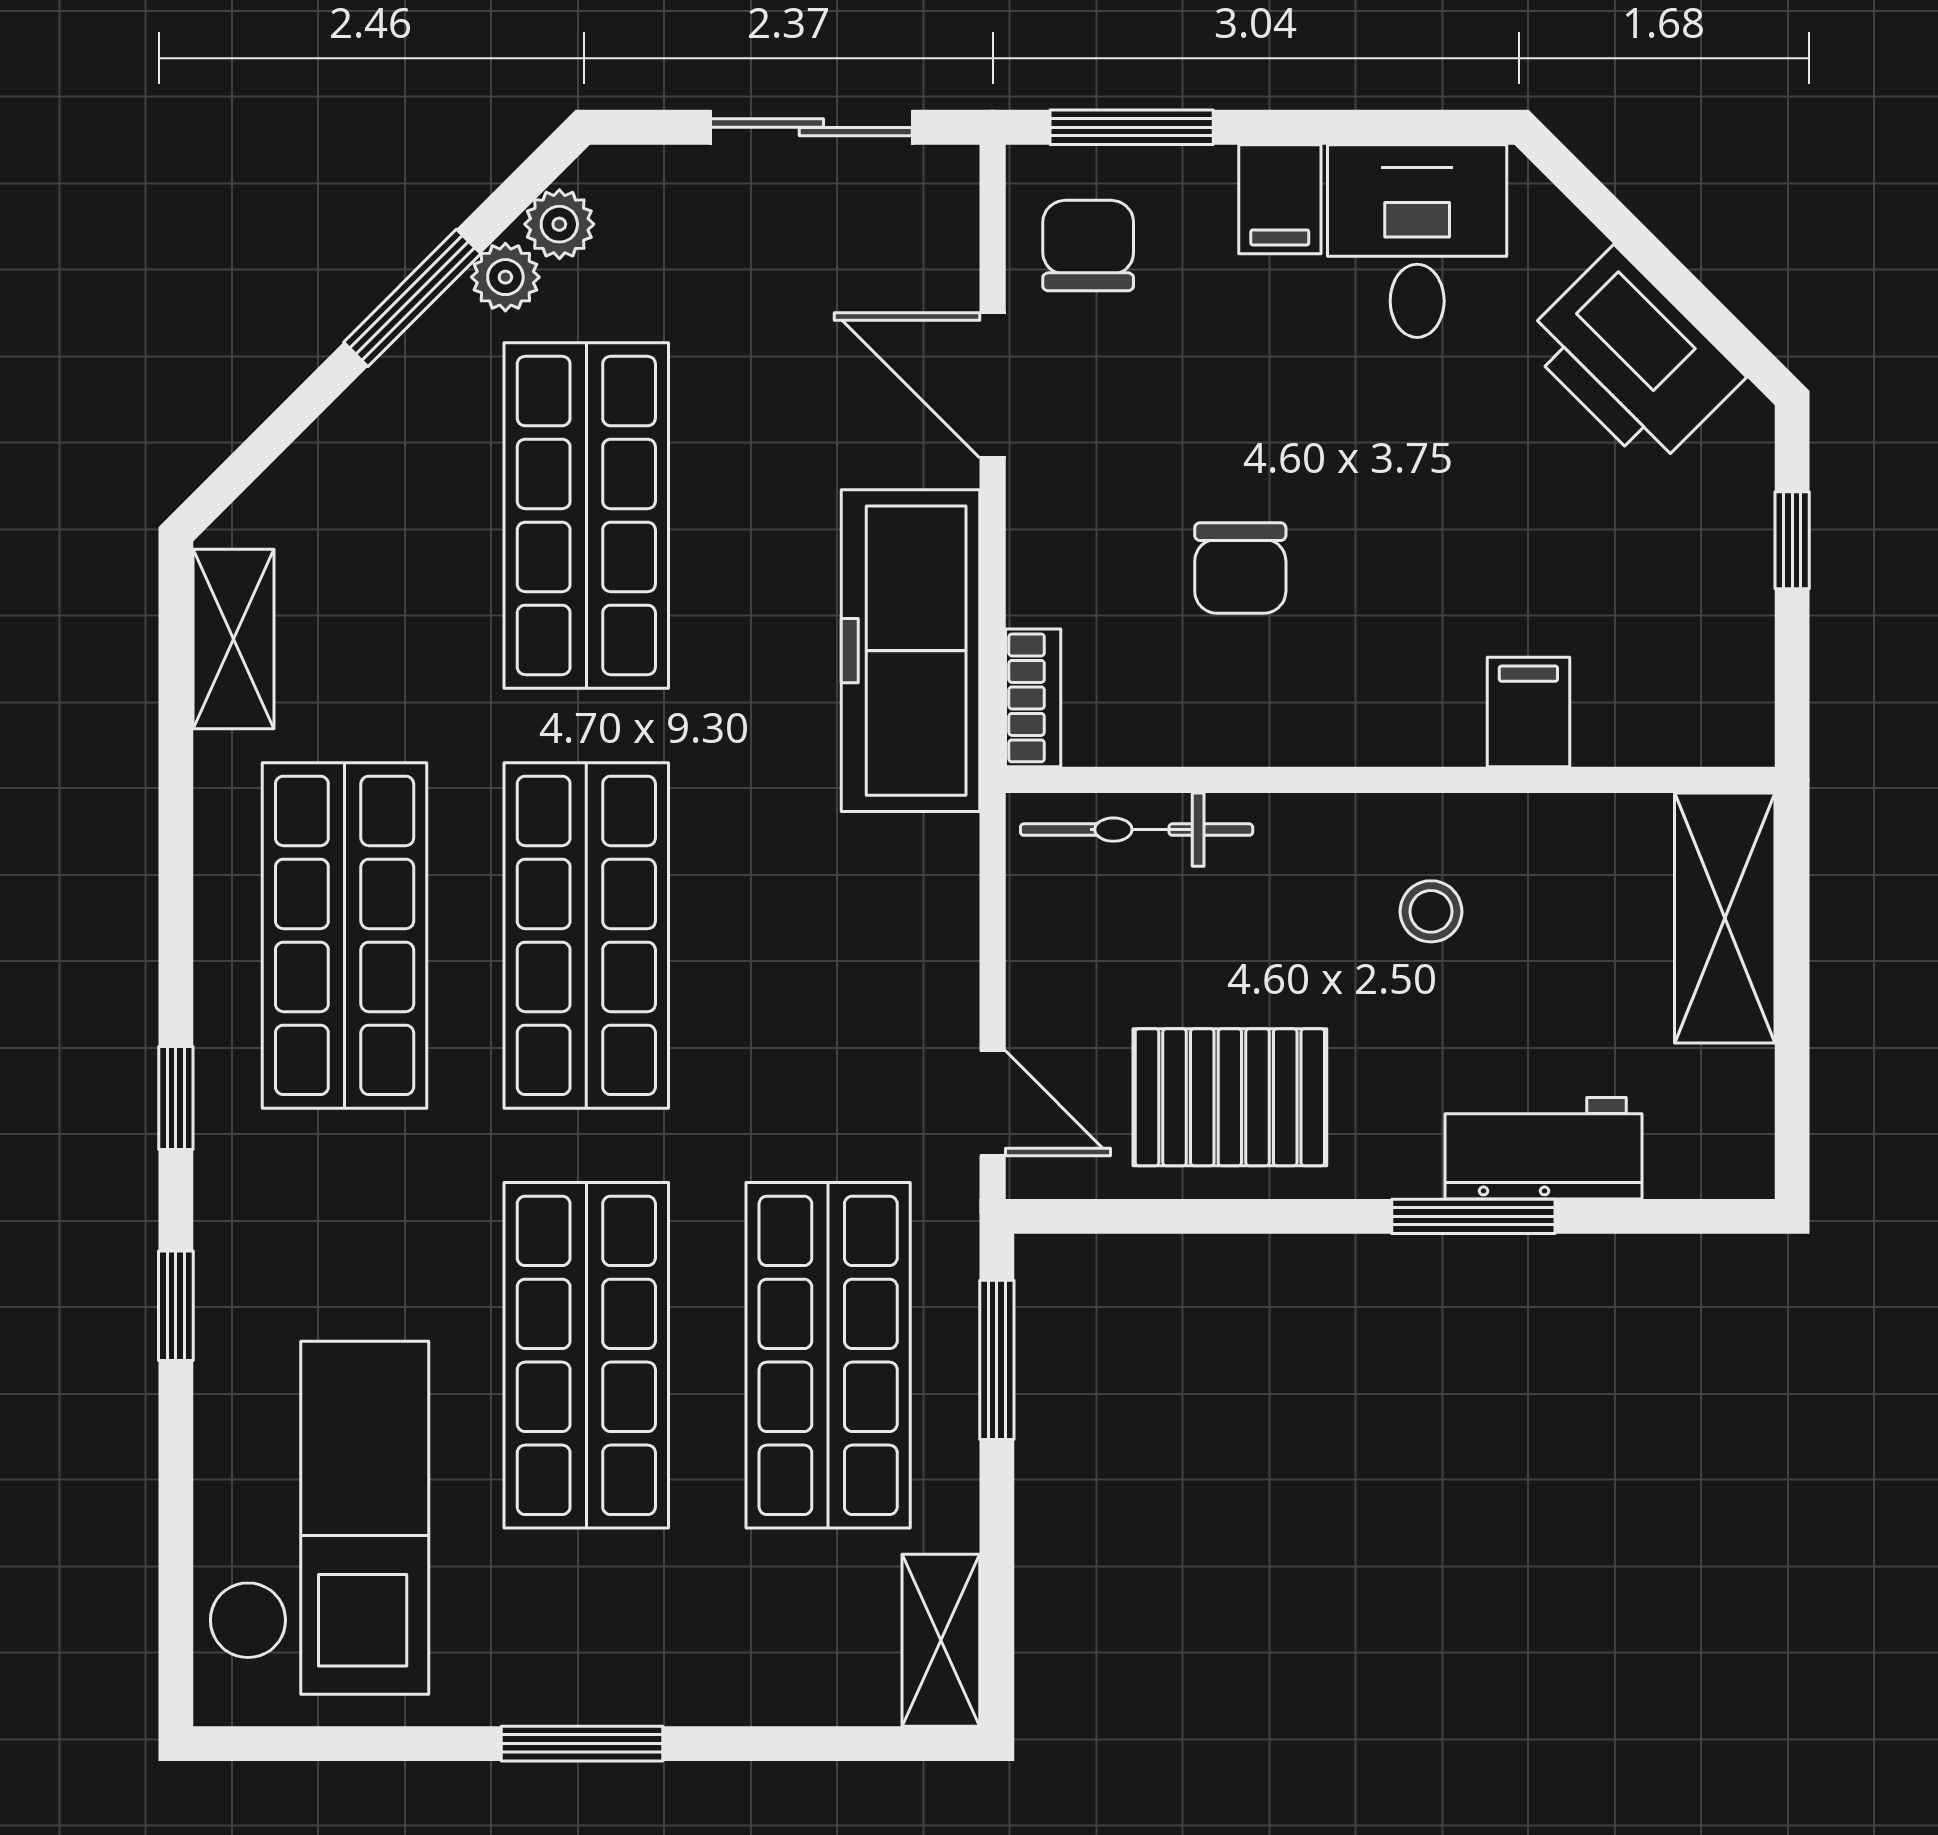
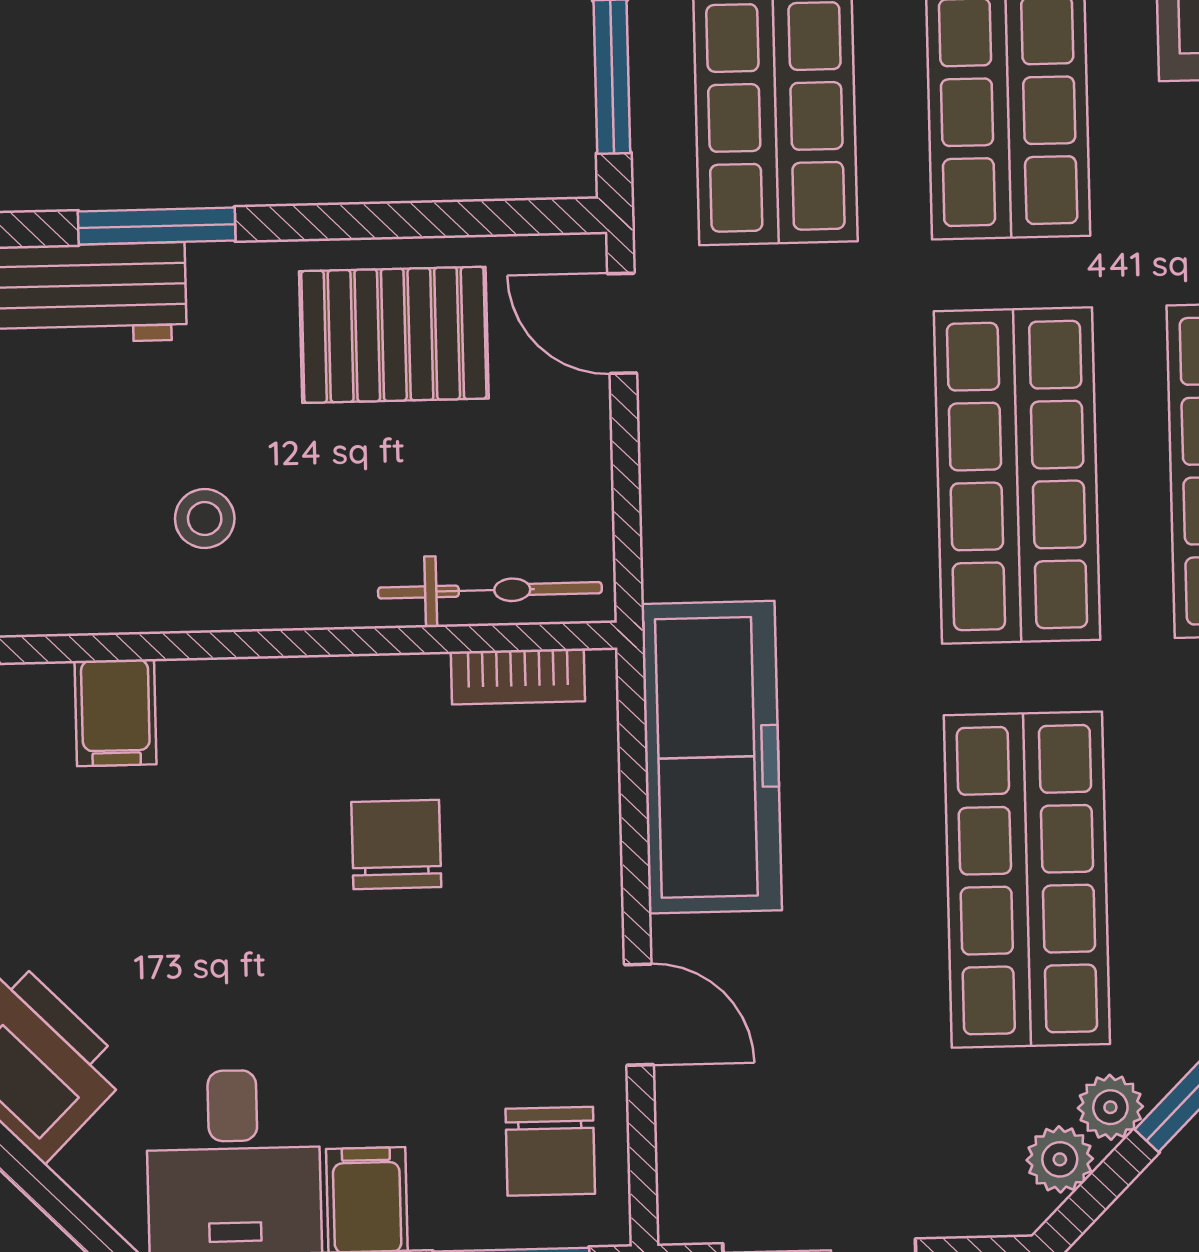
door: (993, 385) -> (639, 1015), width x0.73
bookcase: (1033, 698) -> (518, 677), moved, turned -90

